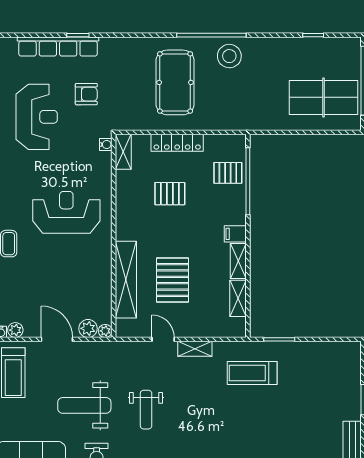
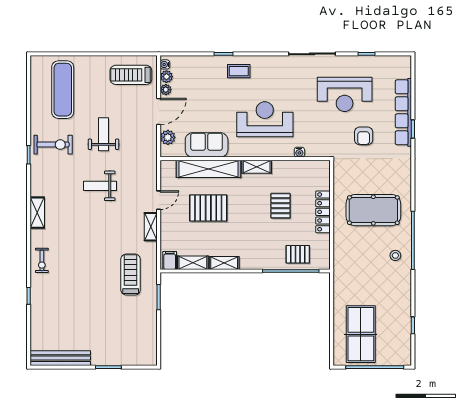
stool: (229, 56) -> (395, 255), width x0.53, depth x0.53
water cooler: (106, 144) -> (299, 152), moved
shelving: (123, 152) -> (257, 167), moved
pallet: (228, 173) -> (298, 254), turned 90
reception desk: (66, 212) -> (265, 119), turned -90
filing cabinet: (235, 234) -> (170, 260), moved
sofa: (97, 282) -> (207, 145), added
plant: (105, 331) -> (166, 90), moved
weight bench: (84, 405) -> (104, 134), width x0.73, depth x0.75

